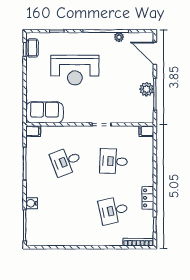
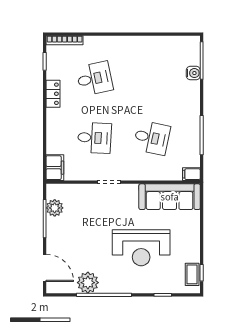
plant: (119, 37) -> (88, 283), width x1.87, depth x1.87
reception desk: (75, 70) -> (141, 248), turned 180
plant: (147, 89) -> (55, 208), moved
sofa: (45, 112) -> (170, 197), width x1.36
filing cabinet: (146, 131) -> (55, 168), width x2.00
desk: (66, 161) -> (152, 138), turned 33
water cooler: (32, 203) -> (193, 73), moved

